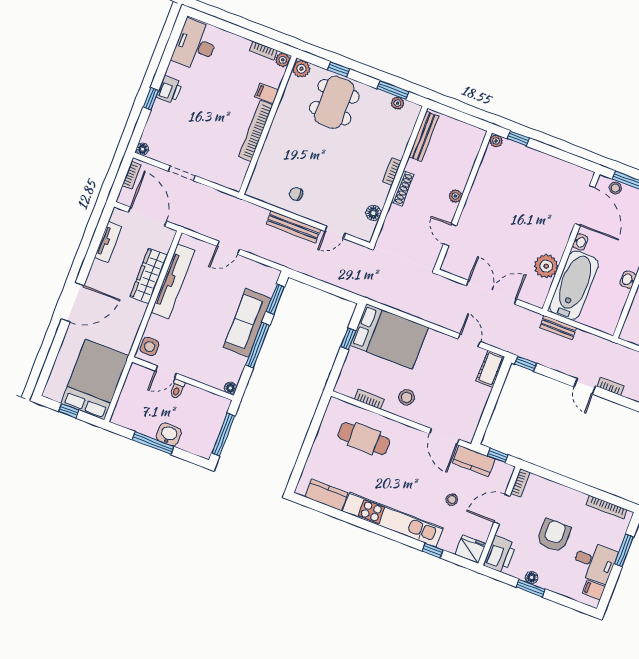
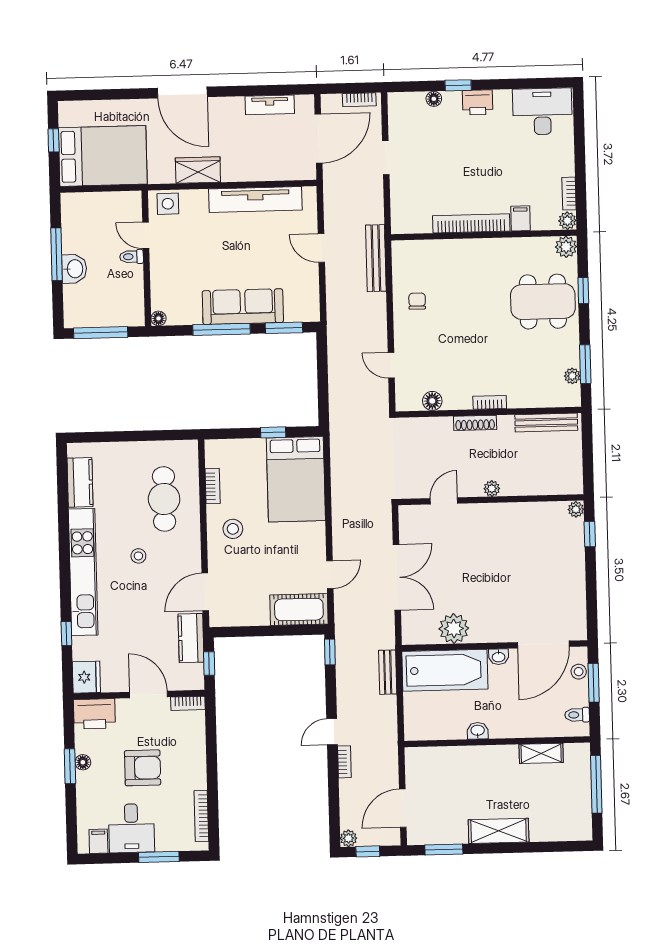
floor lamp: (142, 149) -> (434, 99), moved
bench: (293, 227) -> (376, 258), moved
wardrobe: (149, 276) -> (198, 170), moved, width x0.67
cot: (490, 369) -> (299, 609), width x1.37, depth x1.34
stool: (452, 500) -> (138, 556), moved

